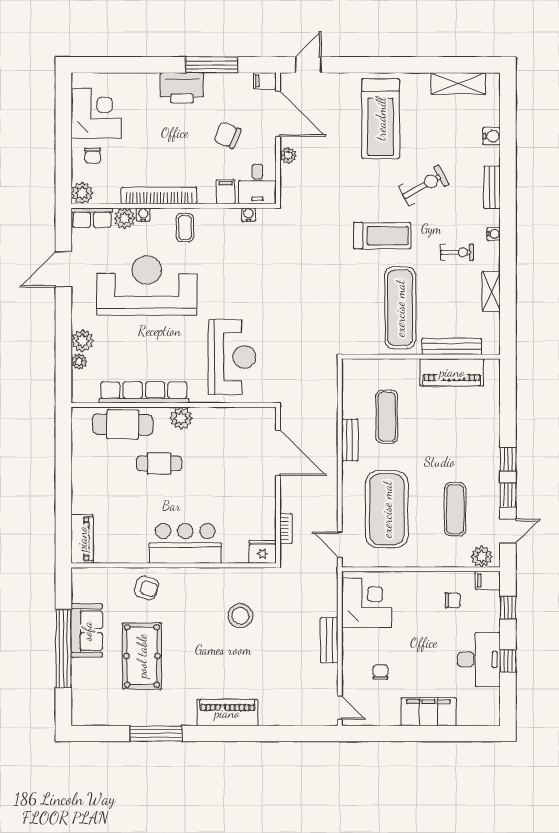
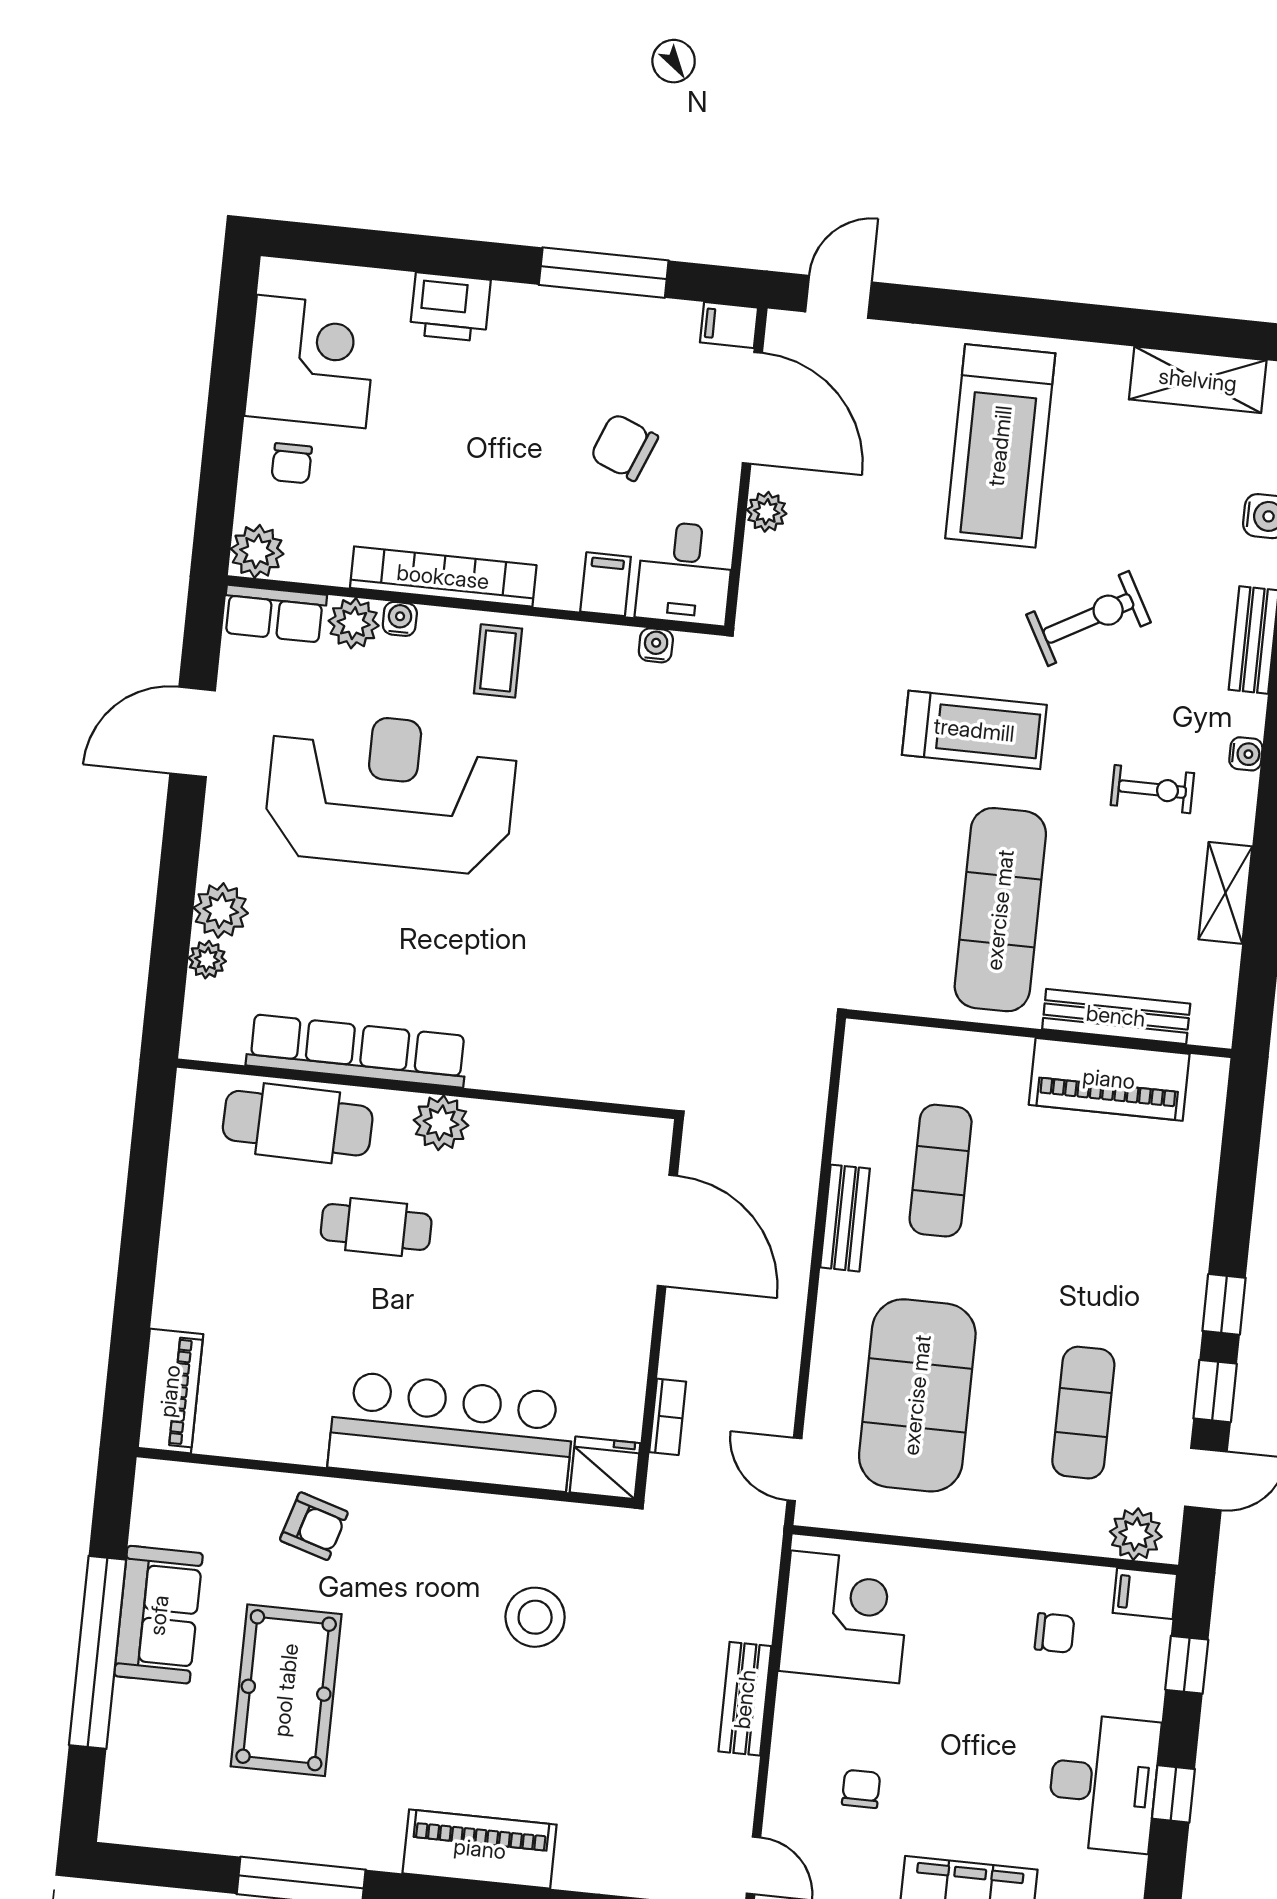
printer: (182, 88) -> (450, 307), moved, width x0.73, depth x0.84
reception desk: (232, 357) -> (580, 987), removed
bar counter: (185, 543) -> (452, 1431), width x1.36

